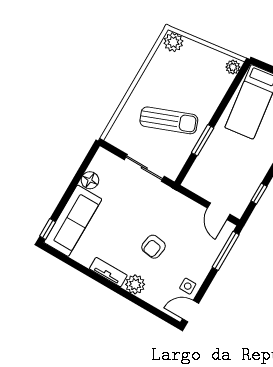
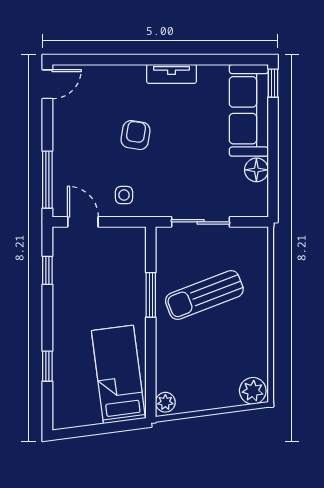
plant: (135, 284) -> (131, 78), removed
side table: (188, 286) -> (124, 195), moved

